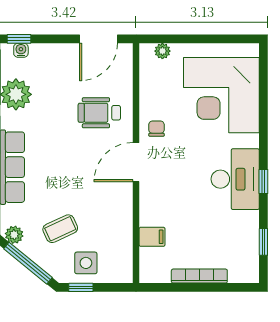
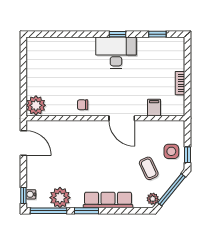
plant: (162, 51) -> (36, 105), width x1.87, depth x1.87
corner desk: (221, 95) -> (61, 62), removed
wheelchair: (99, 113) -> (72, 143), removed
door: (136, 162) -> (122, 118), moved
bookcase: (199, 276) -> (180, 83), width x0.64

